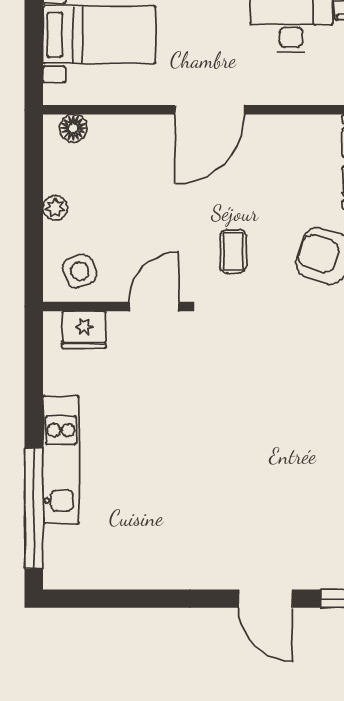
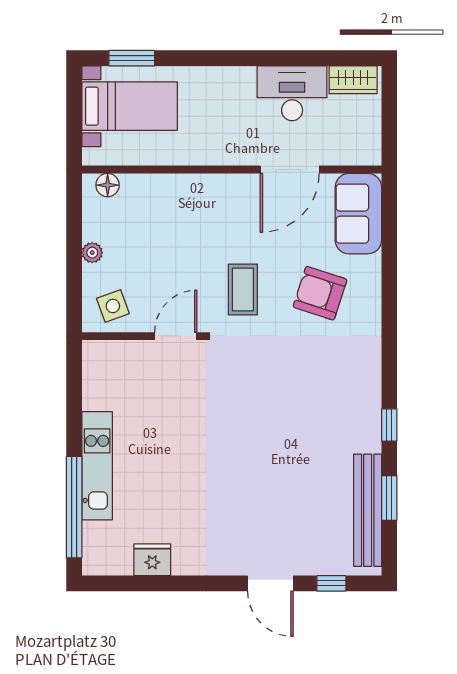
door: (210, 110) -> (290, 170), moved
coffee table: (233, 251) -> (243, 289), width x1.36, depth x1.30
fridge: (84, 330) -> (152, 560), moved, turned 180

